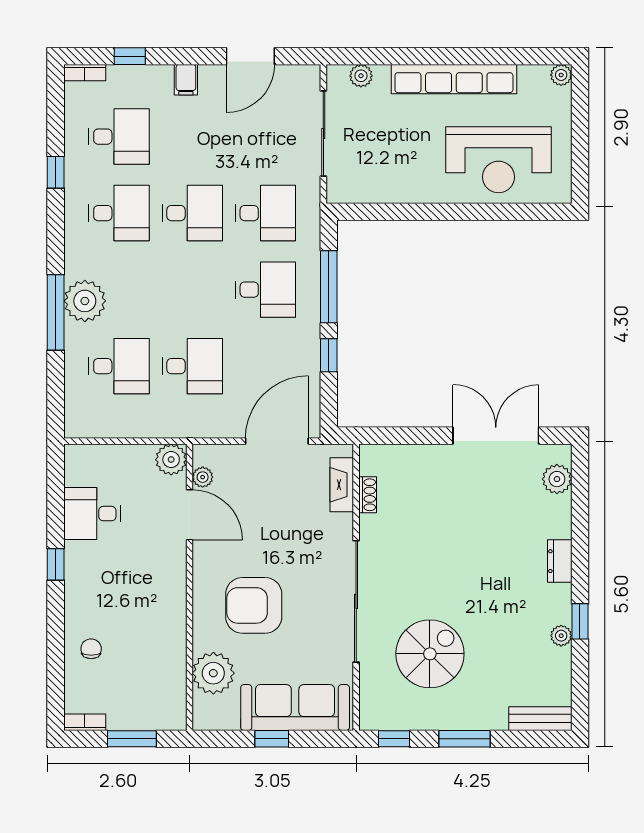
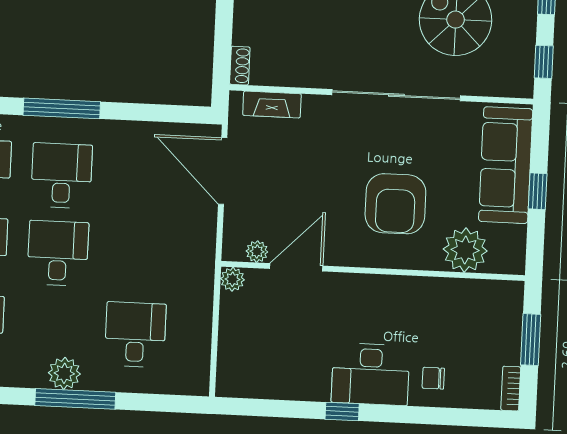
plant: (85, 301) -> (64, 373), width x0.73, depth x0.73
window: (329, 355) -> (134, 112), removed
desk: (192, 366) -> (58, 253), moved
plant: (171, 460) -> (232, 279), width x0.73, depth x0.73
shoe rack: (368, 495) -> (240, 66), moved, turned 90
desk: (92, 514) -> (370, 374), moved, width x1.37

